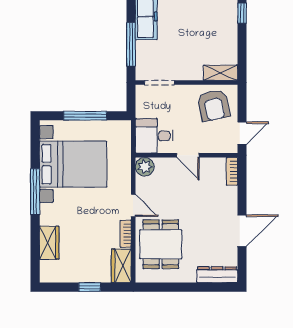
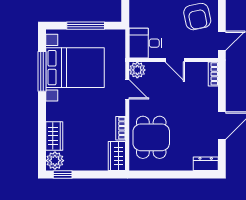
window: (35, 192) -> (42, 71), moved
door: (133, 205) -> (127, 89), moved
plant: (50, 271) -> (55, 161), added
dresser: (217, 275) -> (206, 164), width x0.70
window: (90, 287) -> (63, 175), moved

